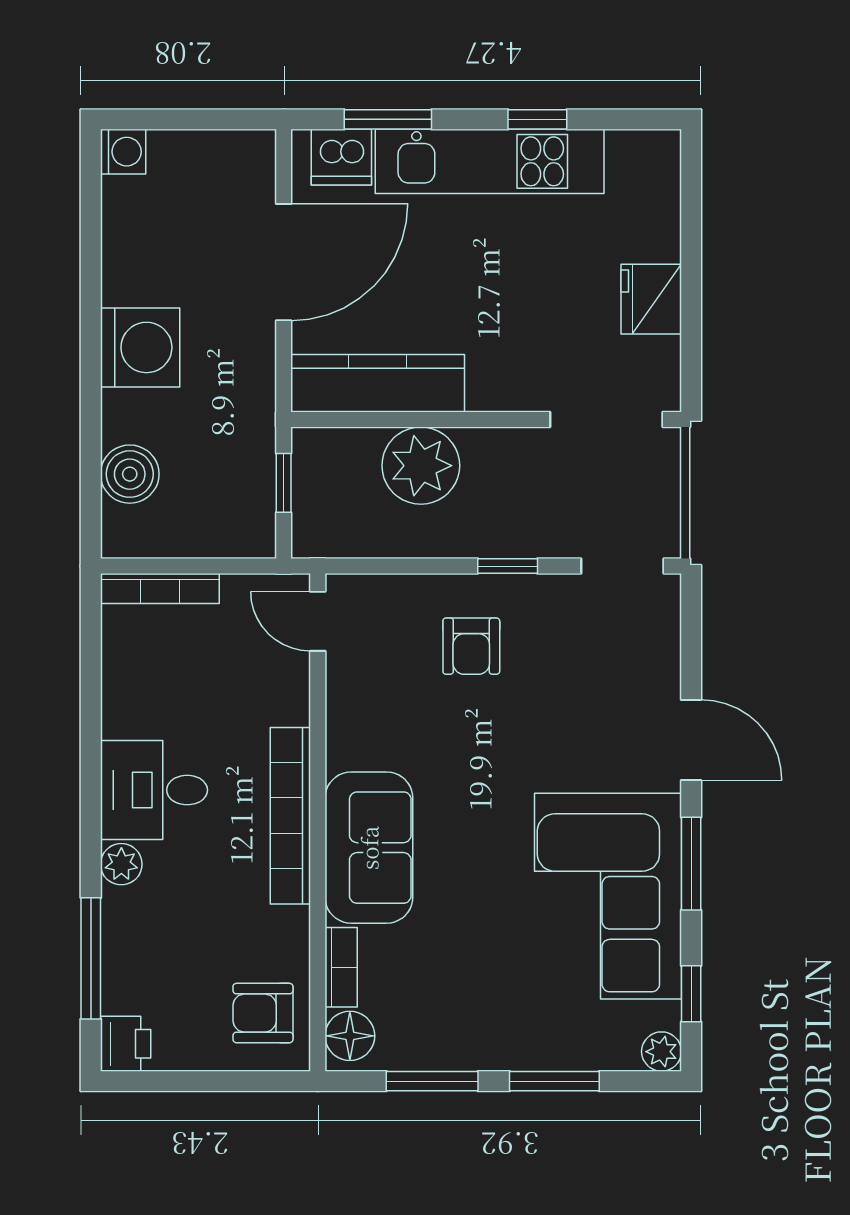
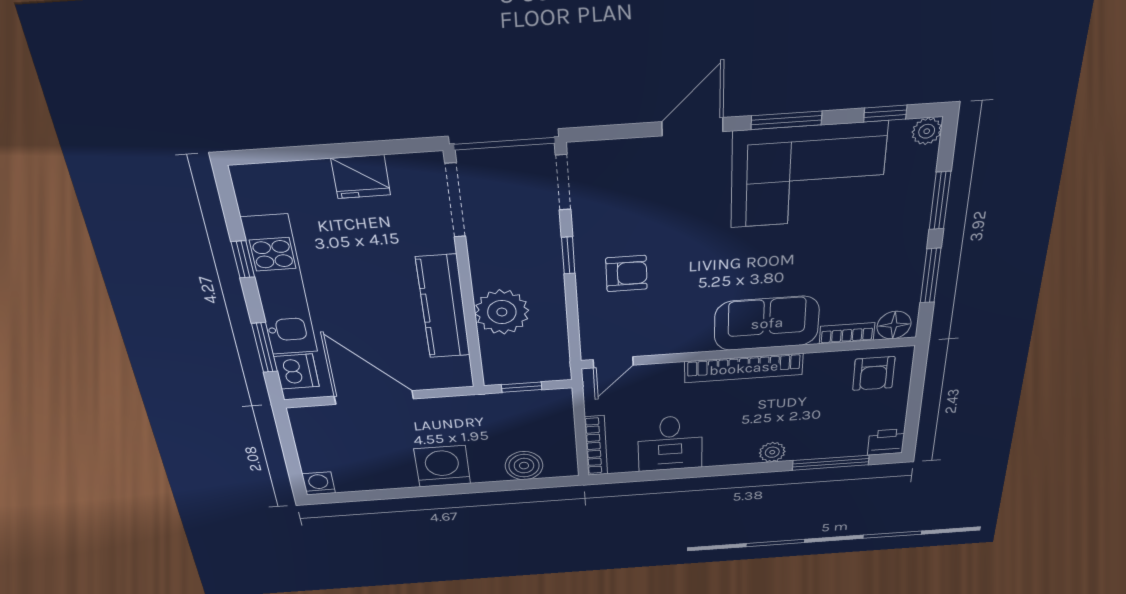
kitchen counter: (378, 383) -> (443, 307), moved
desk: (154, 790) -> (670, 443), moved

